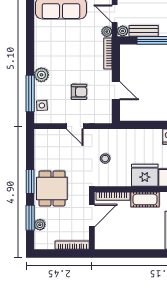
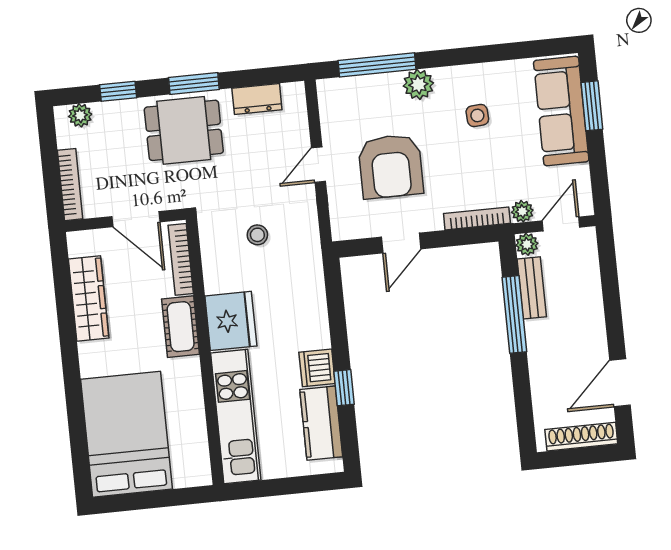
armchair: (79, 92) -> (391, 166), width x1.88, depth x1.88
side table: (42, 106) -> (477, 115), moved
dresser: (41, 152) -> (257, 99), added
window: (30, 218) -> (118, 91), width x0.67
plant: (40, 225) -> (80, 115), moved
wardrobe: (127, 242) -> (89, 298), added

